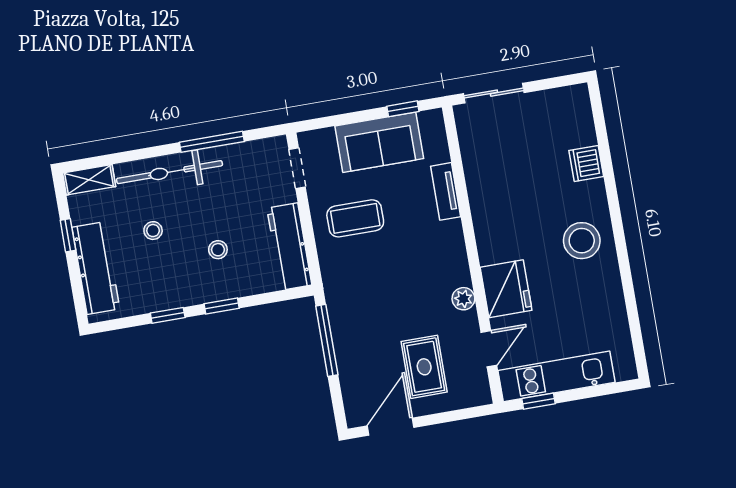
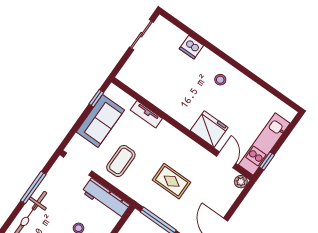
sliding door: (494, 93) -> (141, 35), moved
doorway: (297, 168) -> (78, 164), width x1.38
stool: (582, 241) -> (220, 80), width x0.53, depth x0.53
plant: (463, 299) -> (241, 182), moved
rug: (424, 367) -> (172, 181), moved

